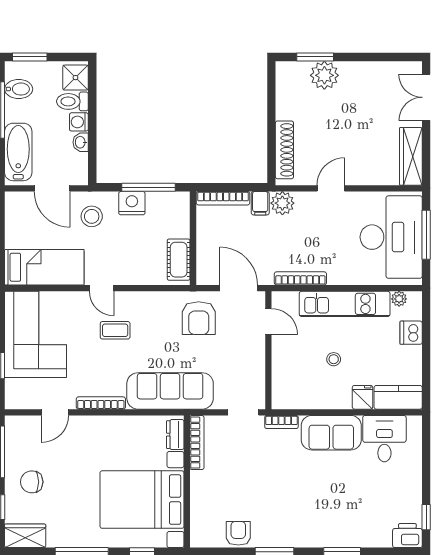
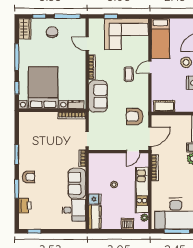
sofa: (170, 391) -> (98, 96), width x0.73
armchair: (238, 533) -> (29, 177), moved
printer: (407, 536) -> (25, 206), moved

